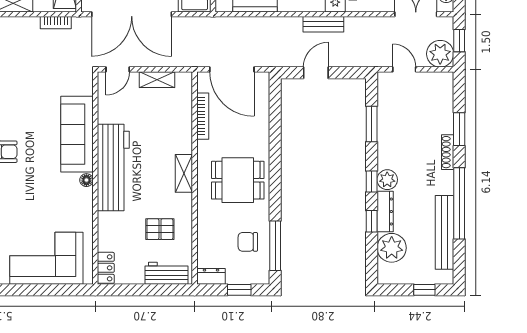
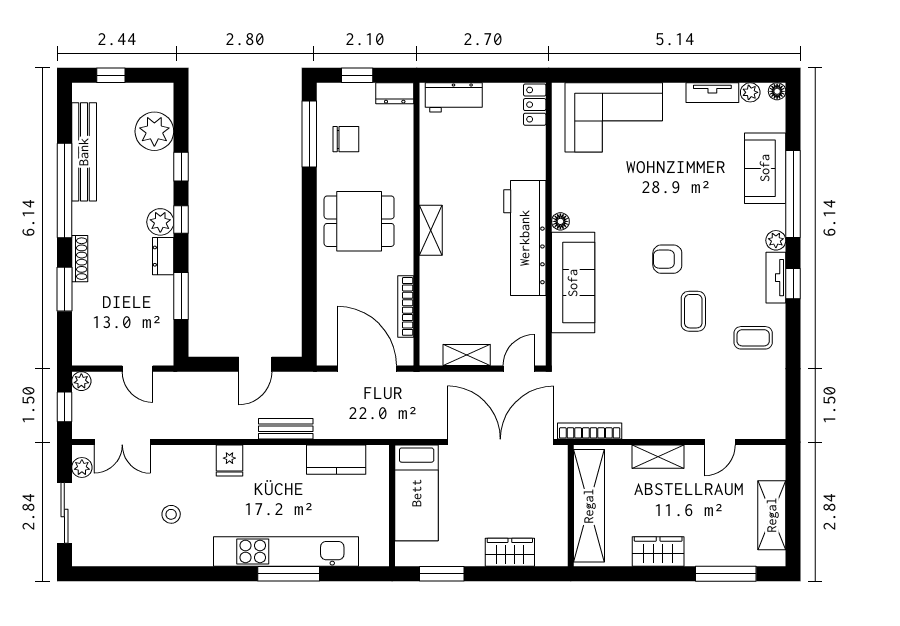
bookcase: (56, 23) -> (590, 431), width x1.56
bench: (323, 24) -> (286, 429), moved
plant: (440, 54) -> (81, 381), width x0.53, depth x0.53
dresser: (385, 212) -> (163, 256), moved, width x0.70
pallet: (160, 229) -> (463, 156), removed

